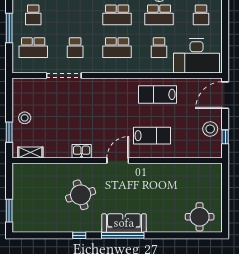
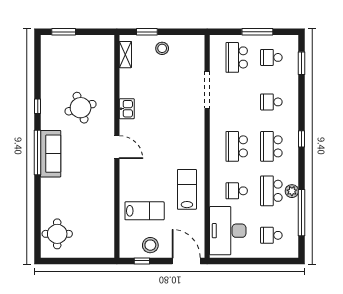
school desk: (75, 48) -> (271, 102), moved
lab bench: (152, 136) -> (145, 211), moved, turned -90

